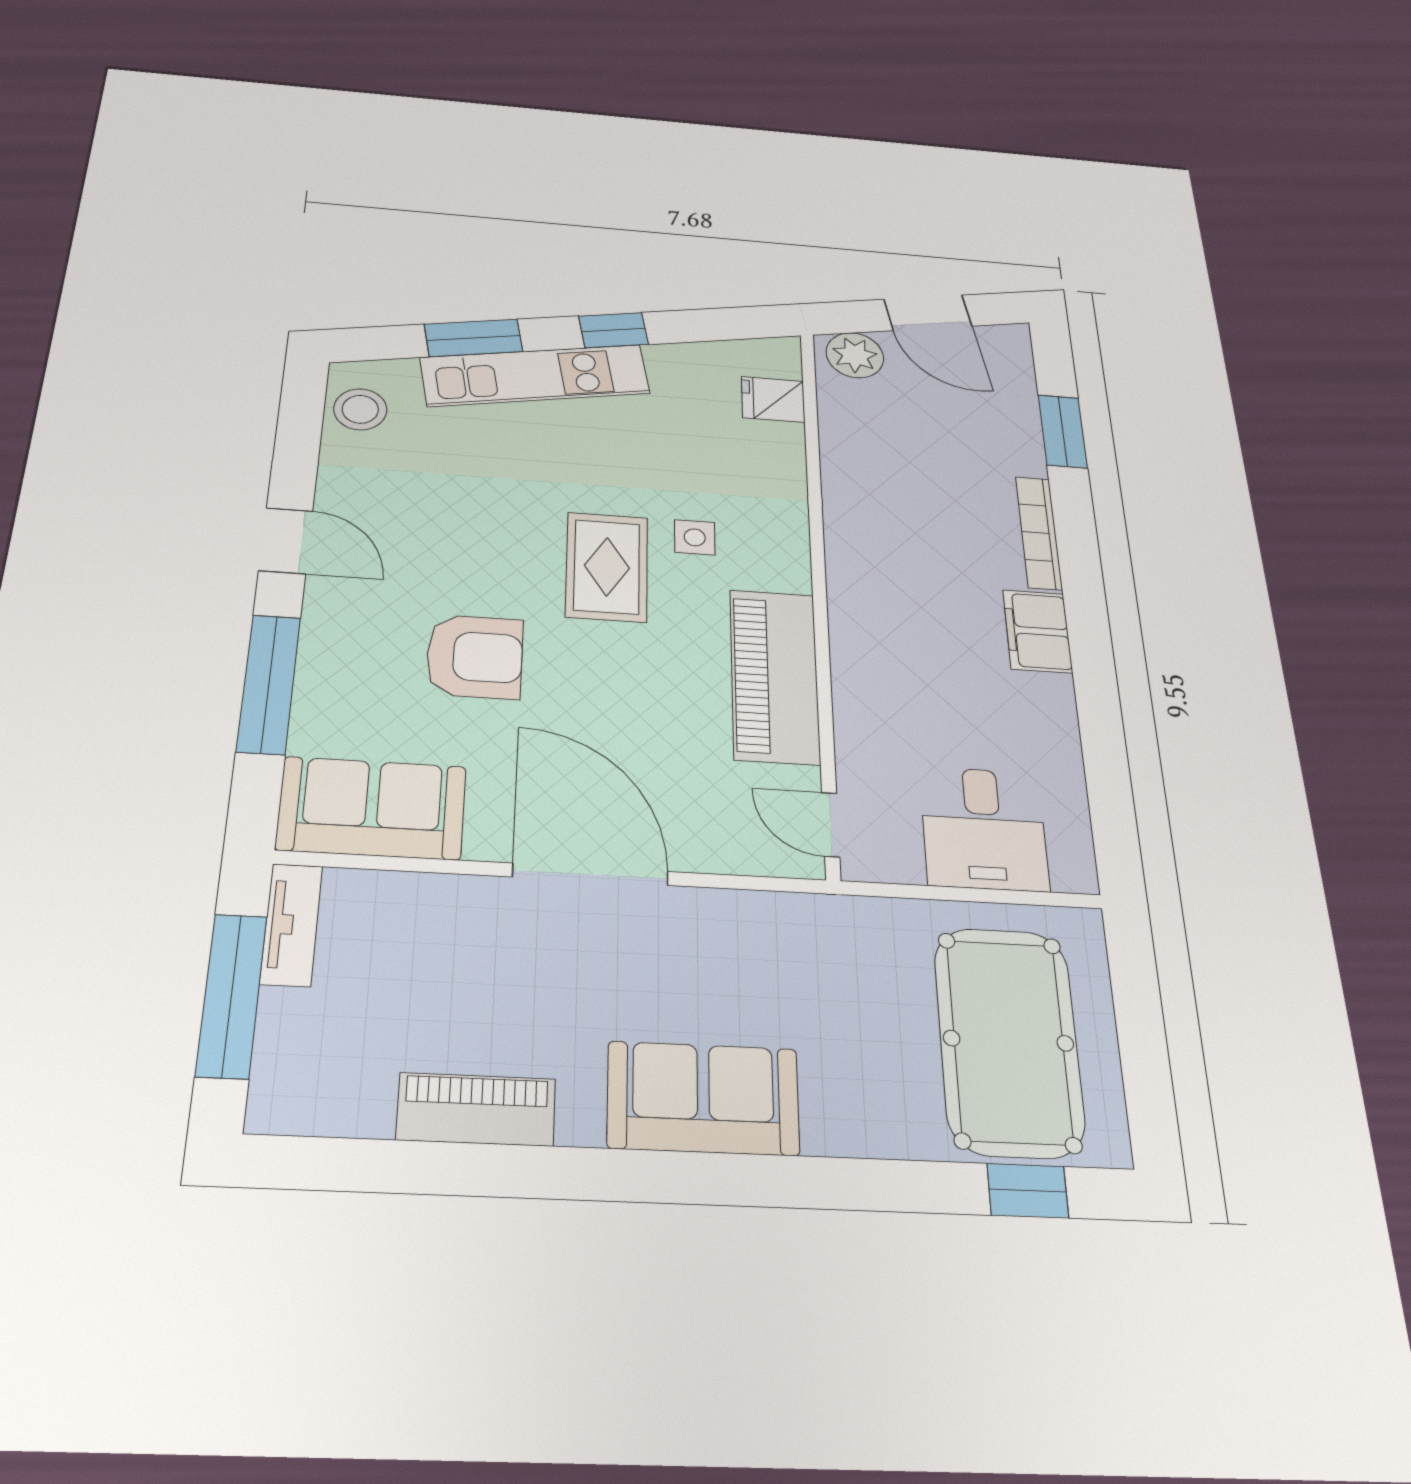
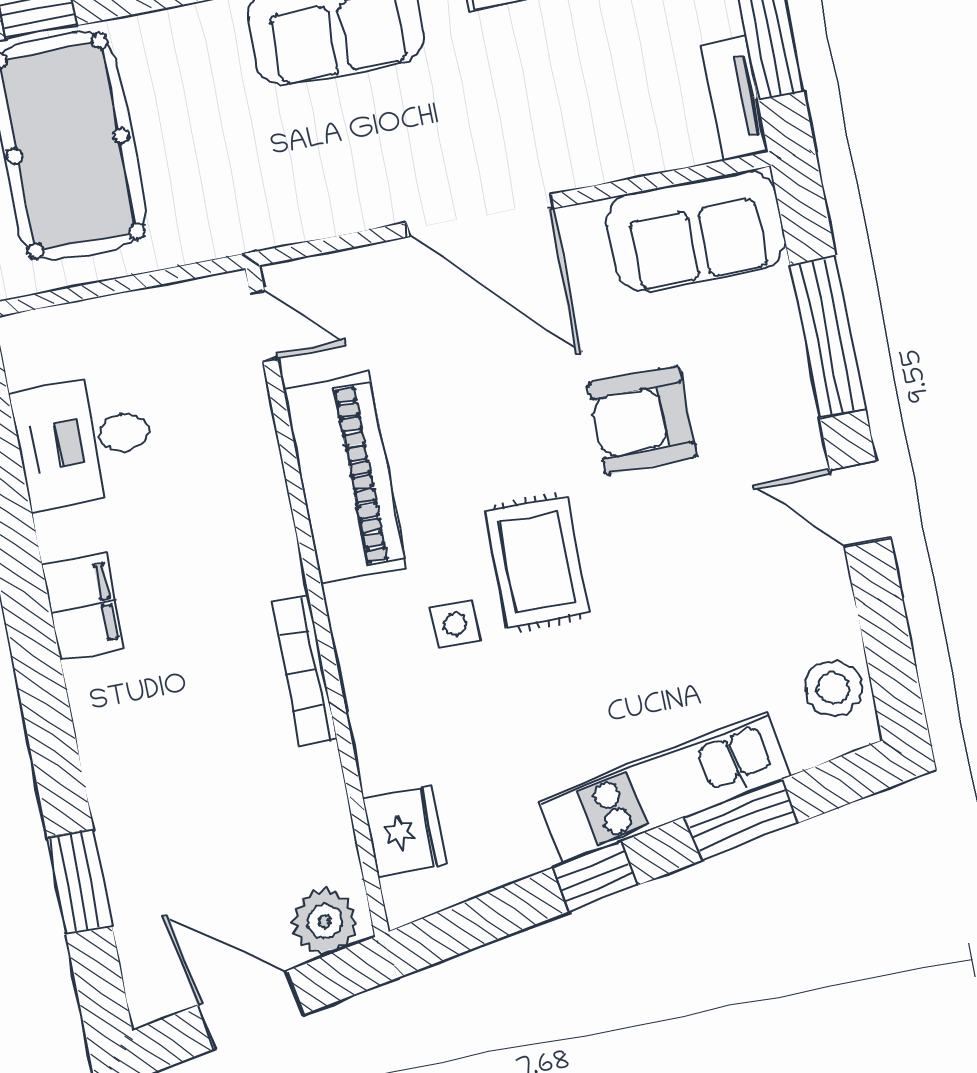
fridge: (773, 399) -> (404, 831), width x1.38
bookcase: (1039, 533) -> (304, 670), moved, turned 180
desk: (984, 828) -> (84, 440), moved, turned -90

